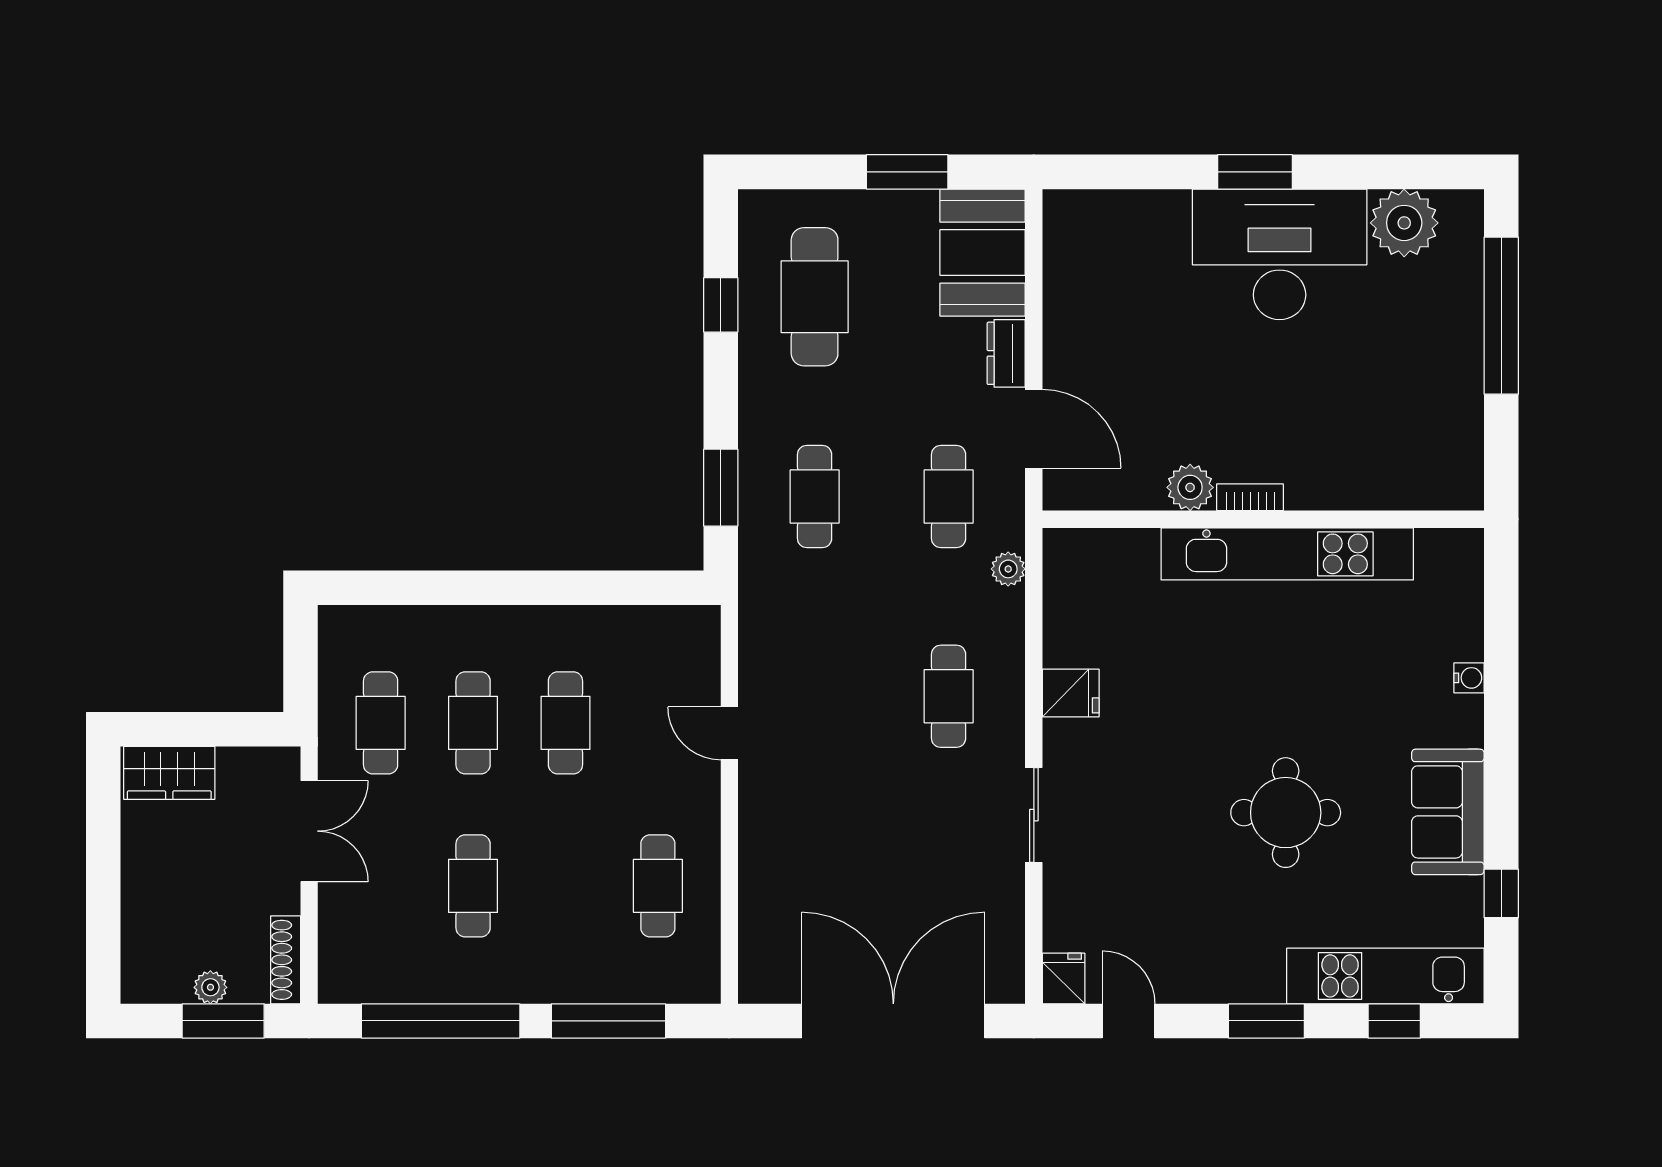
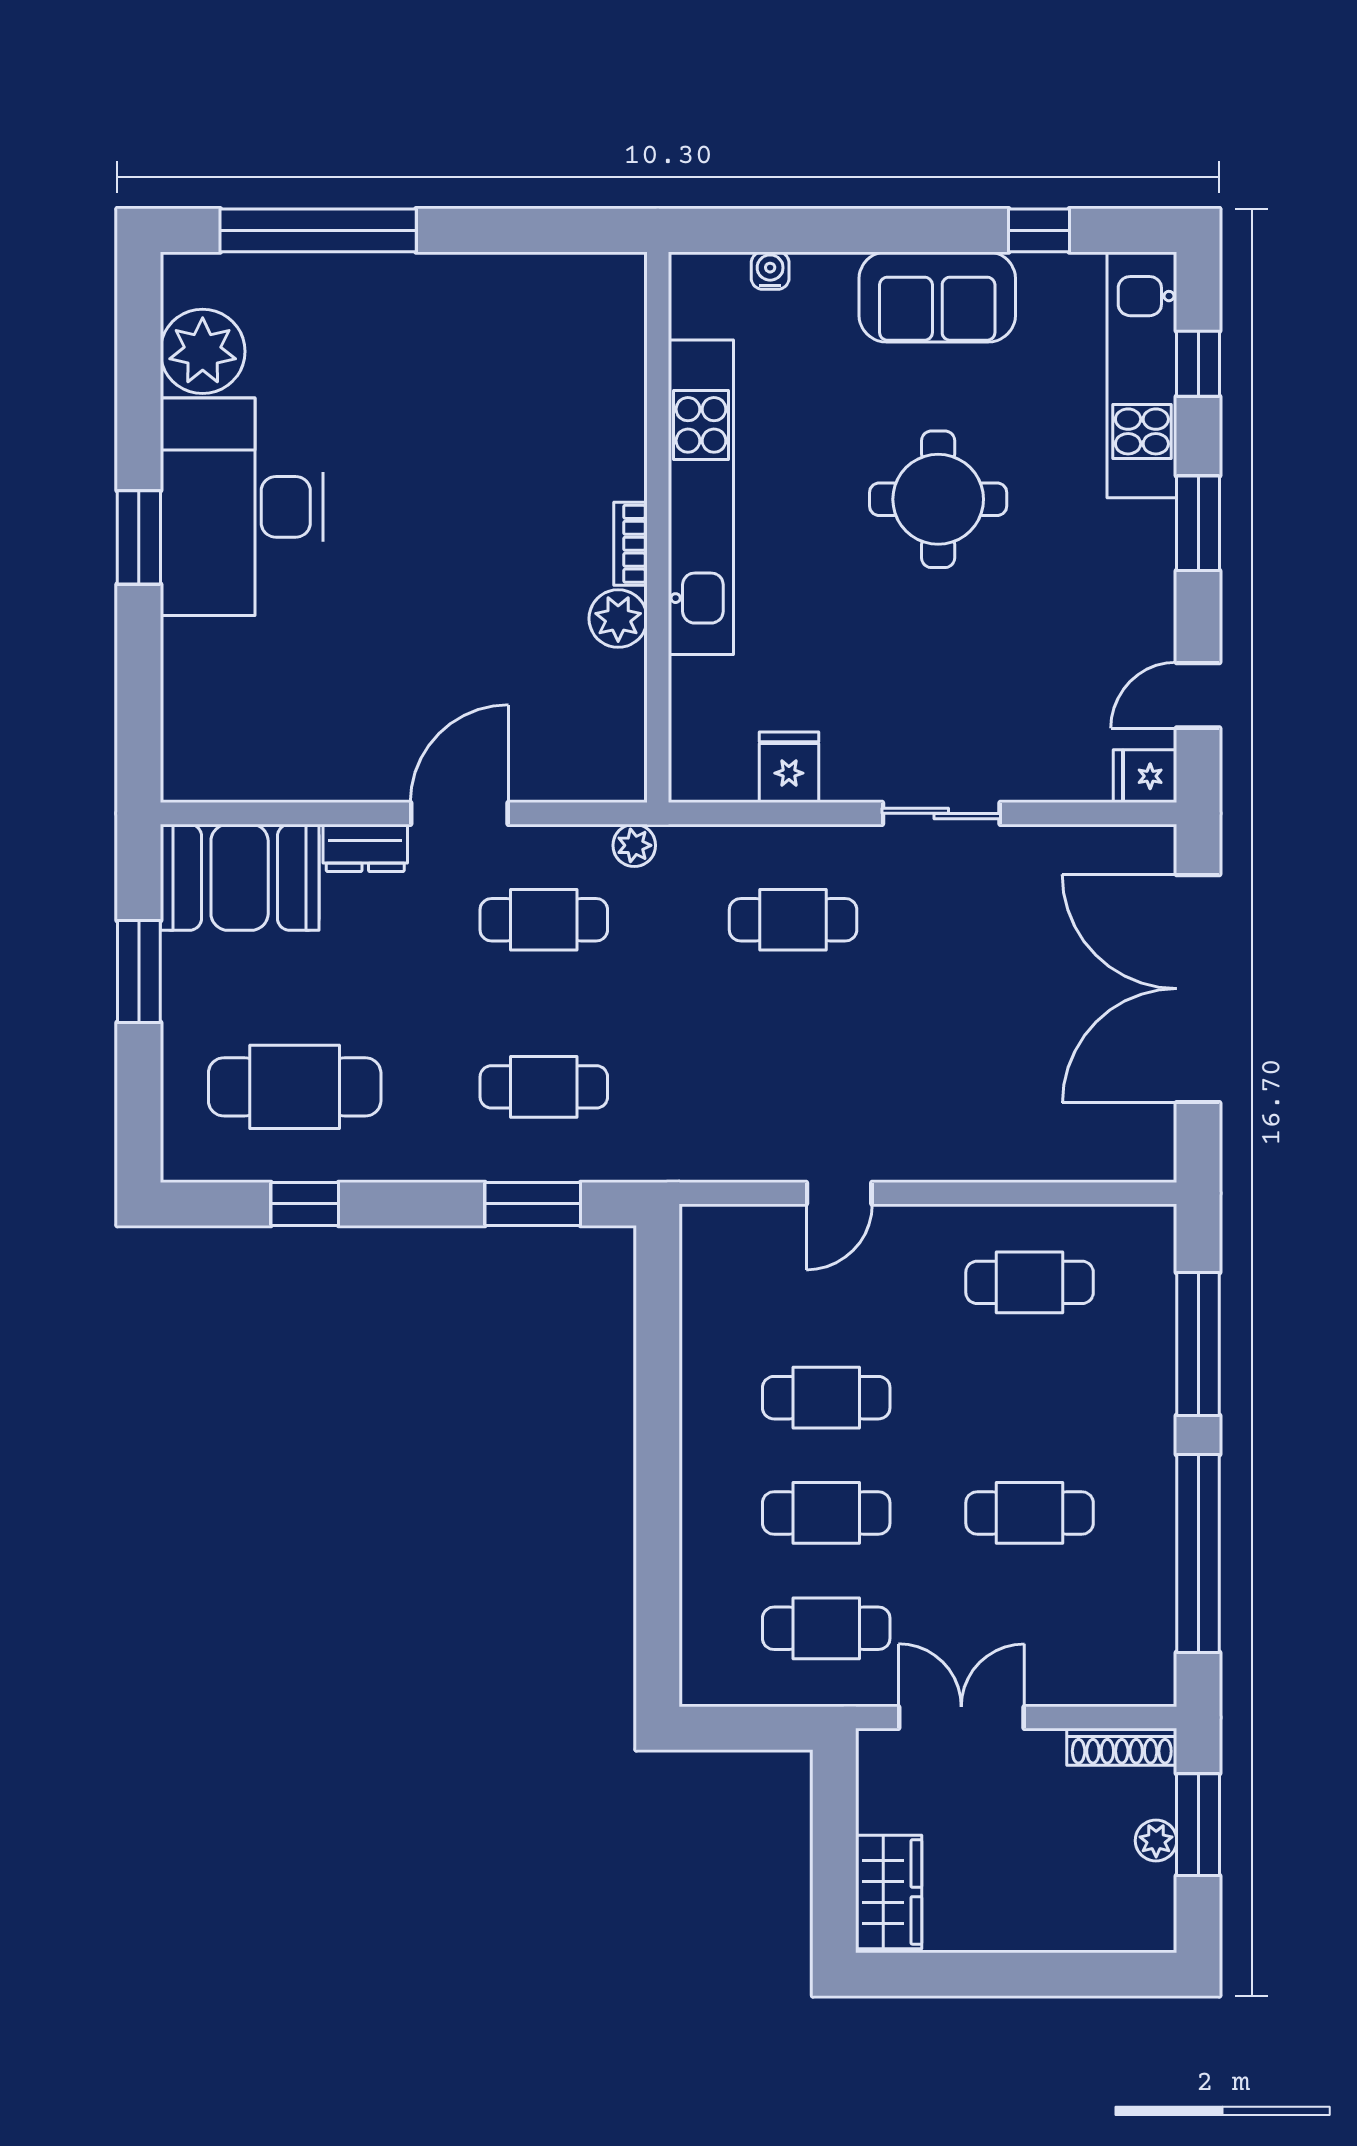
plant: (1190, 487) -> (618, 619), moved
bookcase: (1250, 497) -> (630, 544), moved
wall: (1263, 519) -> (658, 527), moved
kitchen unit: (1287, 554) -> (701, 497), moved

